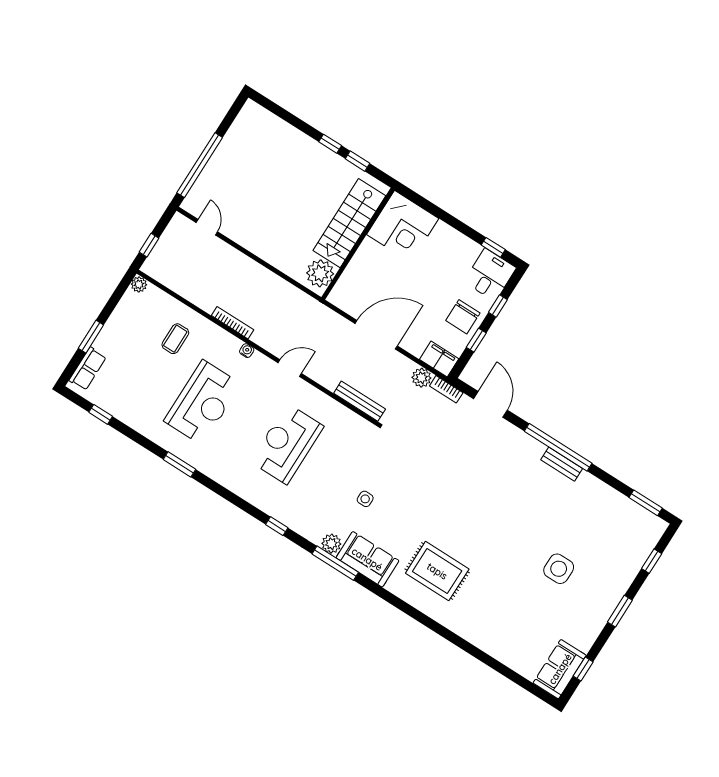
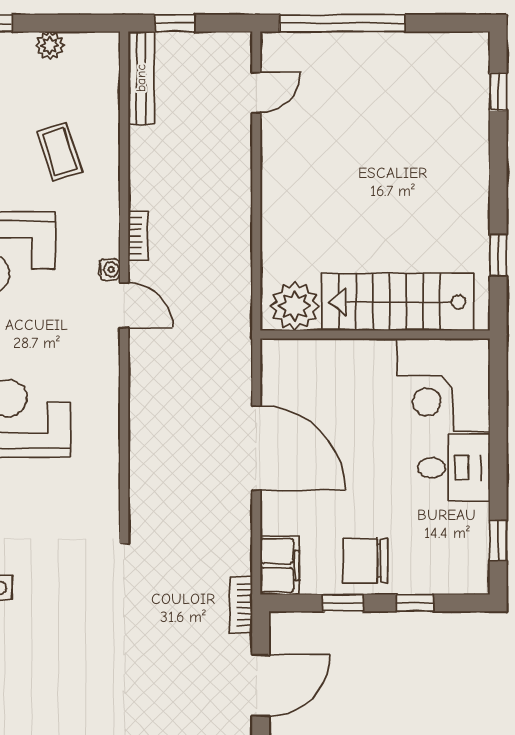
window: (330, 144) -> (498, 92), moved
desk: (490, 275) -> (454, 468), moved
plant: (139, 284) -> (50, 45), moved
bookcase: (233, 323) -> (138, 236), width x0.64
coffee table: (175, 339) -> (60, 151), turned 72
door: (290, 368) -> (124, 305), moved
plant: (421, 378) -> (235, 557), removed
bench: (360, 401) -> (141, 78), moved

